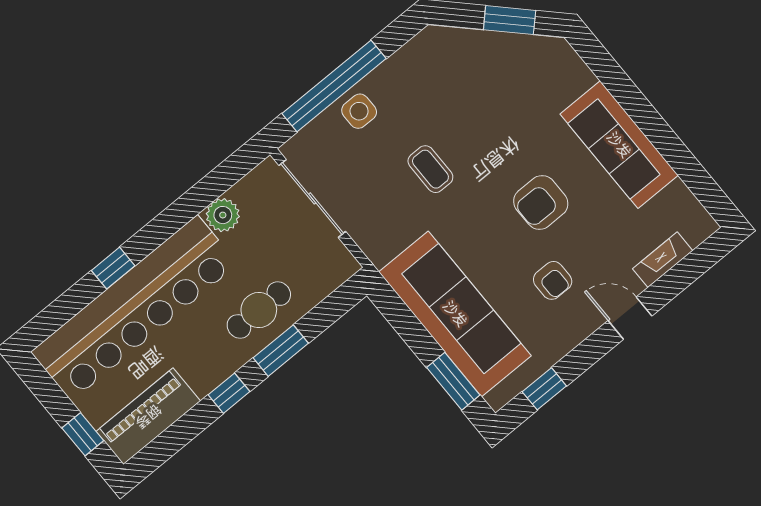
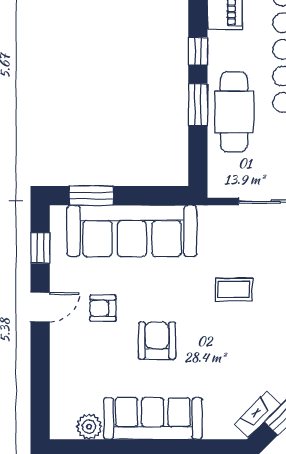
plant: (678, 200) -> (89, 427), added
fireplace: (663, 260) -> (258, 414), moved, turned -135
cafe table: (259, 310) -> (234, 112), width x1.37, depth x1.35
door: (630, 318) -> (40, 307), moved

